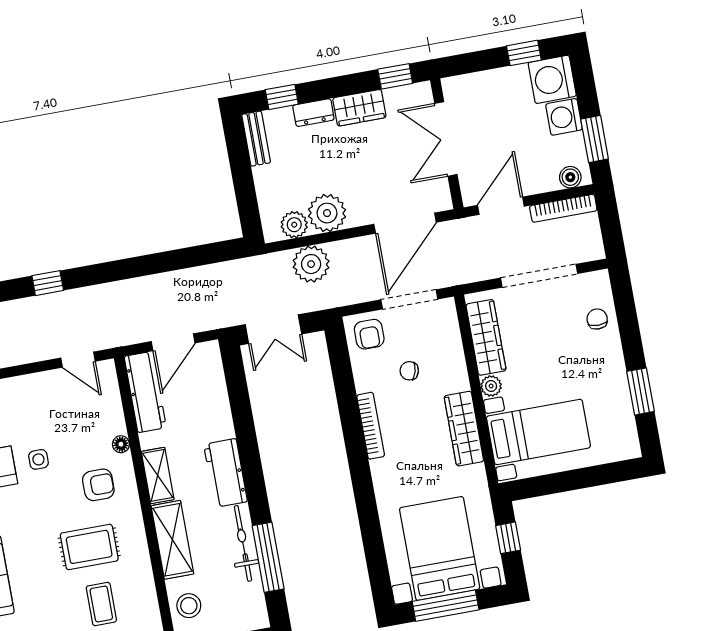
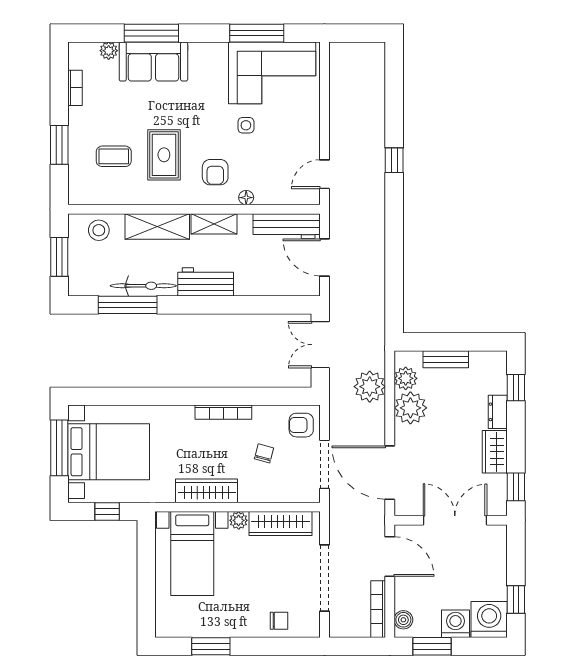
bench: (256, 139) -> (446, 359), moved

